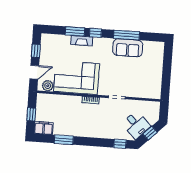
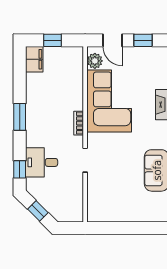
desk: (136, 125) -> (42, 162), moved, turned 45
window: (64, 140) -> (20, 117), moved

